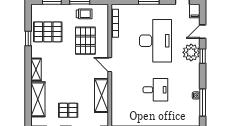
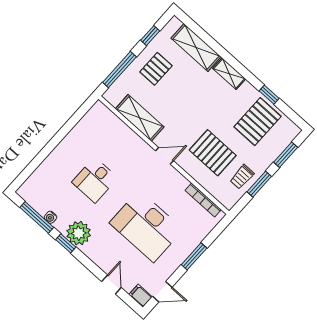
plant: (191, 52) -> (79, 233), moved
window: (203, 56) -> (66, 243), moved

